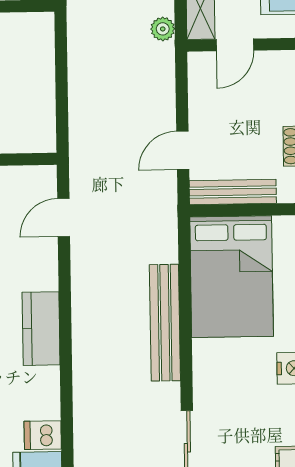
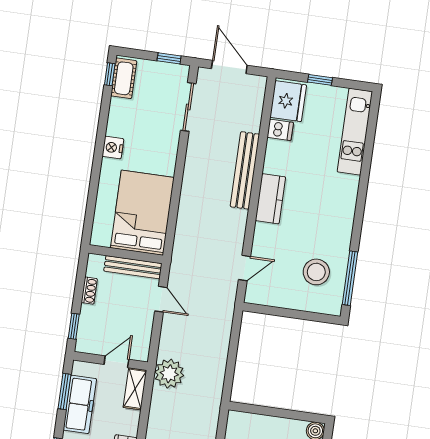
plant: (163, 29) -> (169, 374), width x1.87, depth x1.87
door: (183, 150) -> (161, 299), hinge flipped
bench: (165, 323) -> (245, 170), moved

